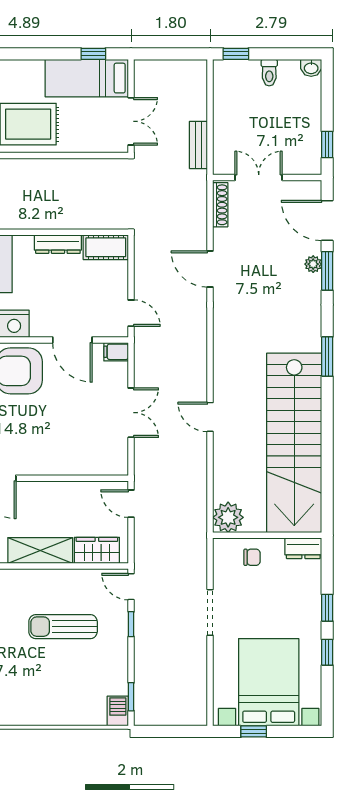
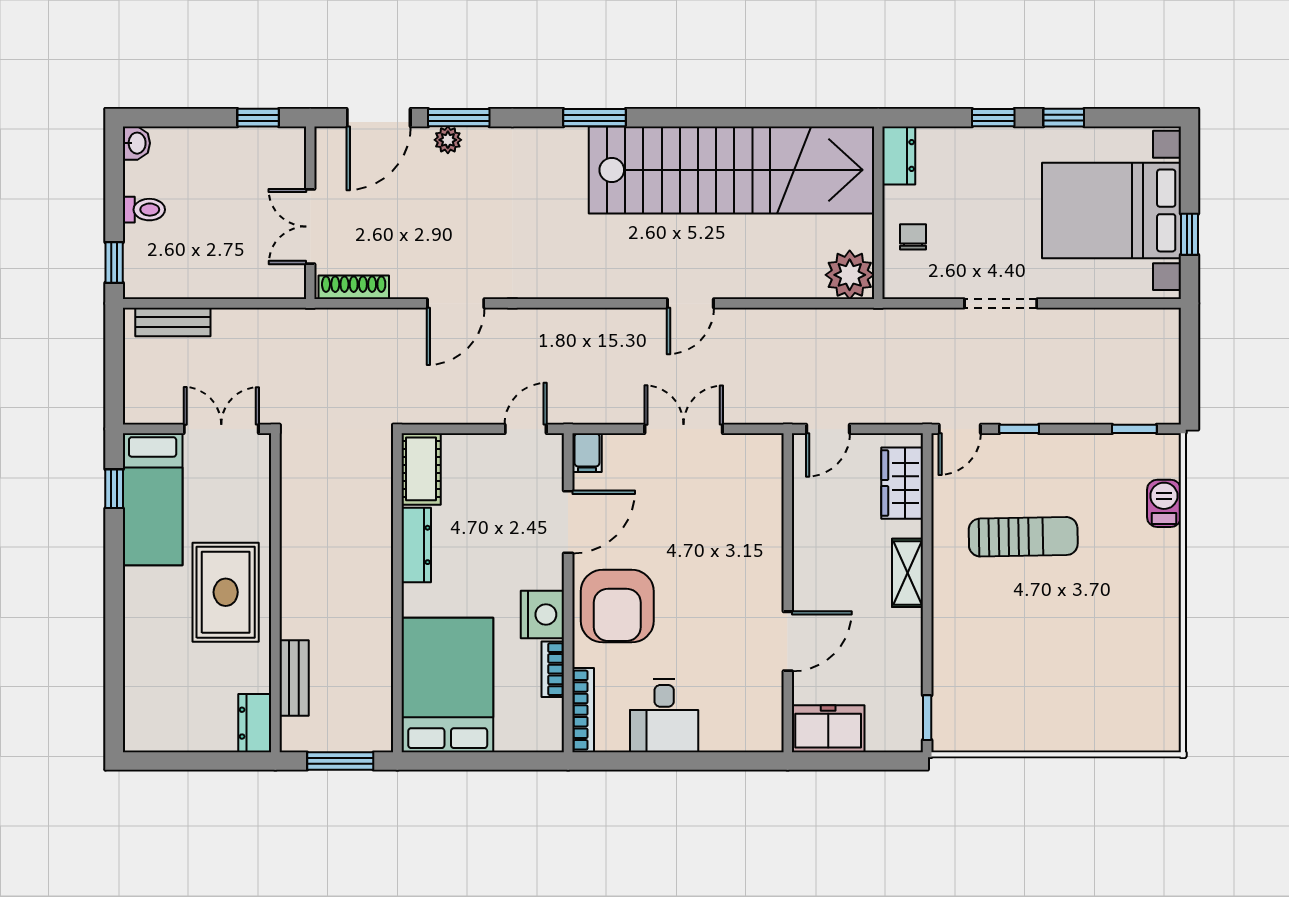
bench: (198, 145) -> (173, 322), moved
shelving: (40, 550) -> (907, 573), width x0.67, depth x0.75
sun lounger: (63, 627) -> (1023, 537), turned -91
barbecue: (118, 711) -> (1164, 503), moved, turned 90

